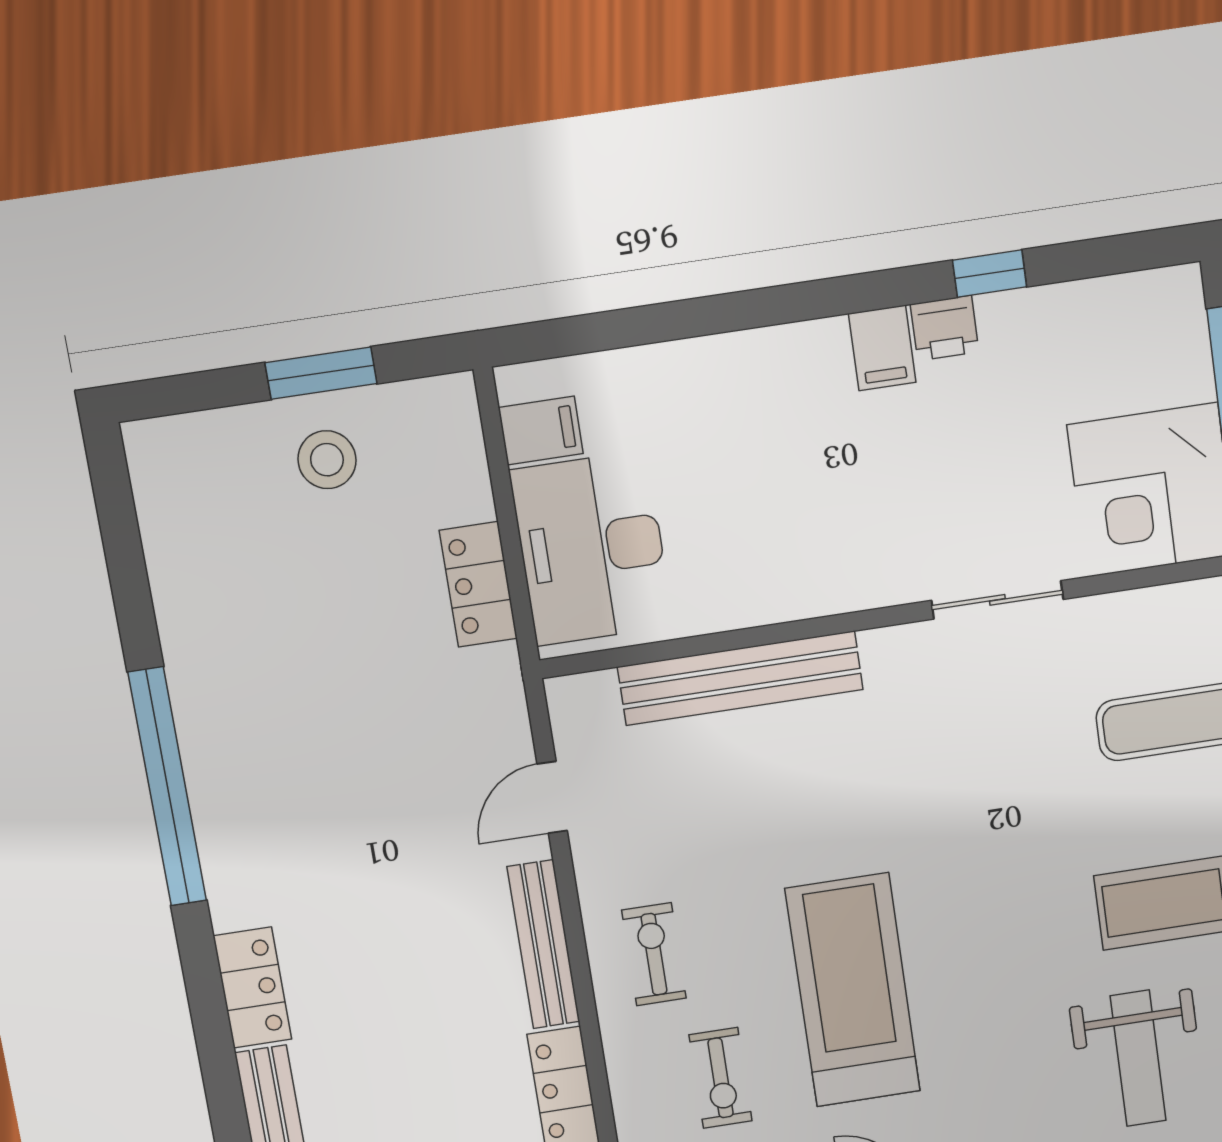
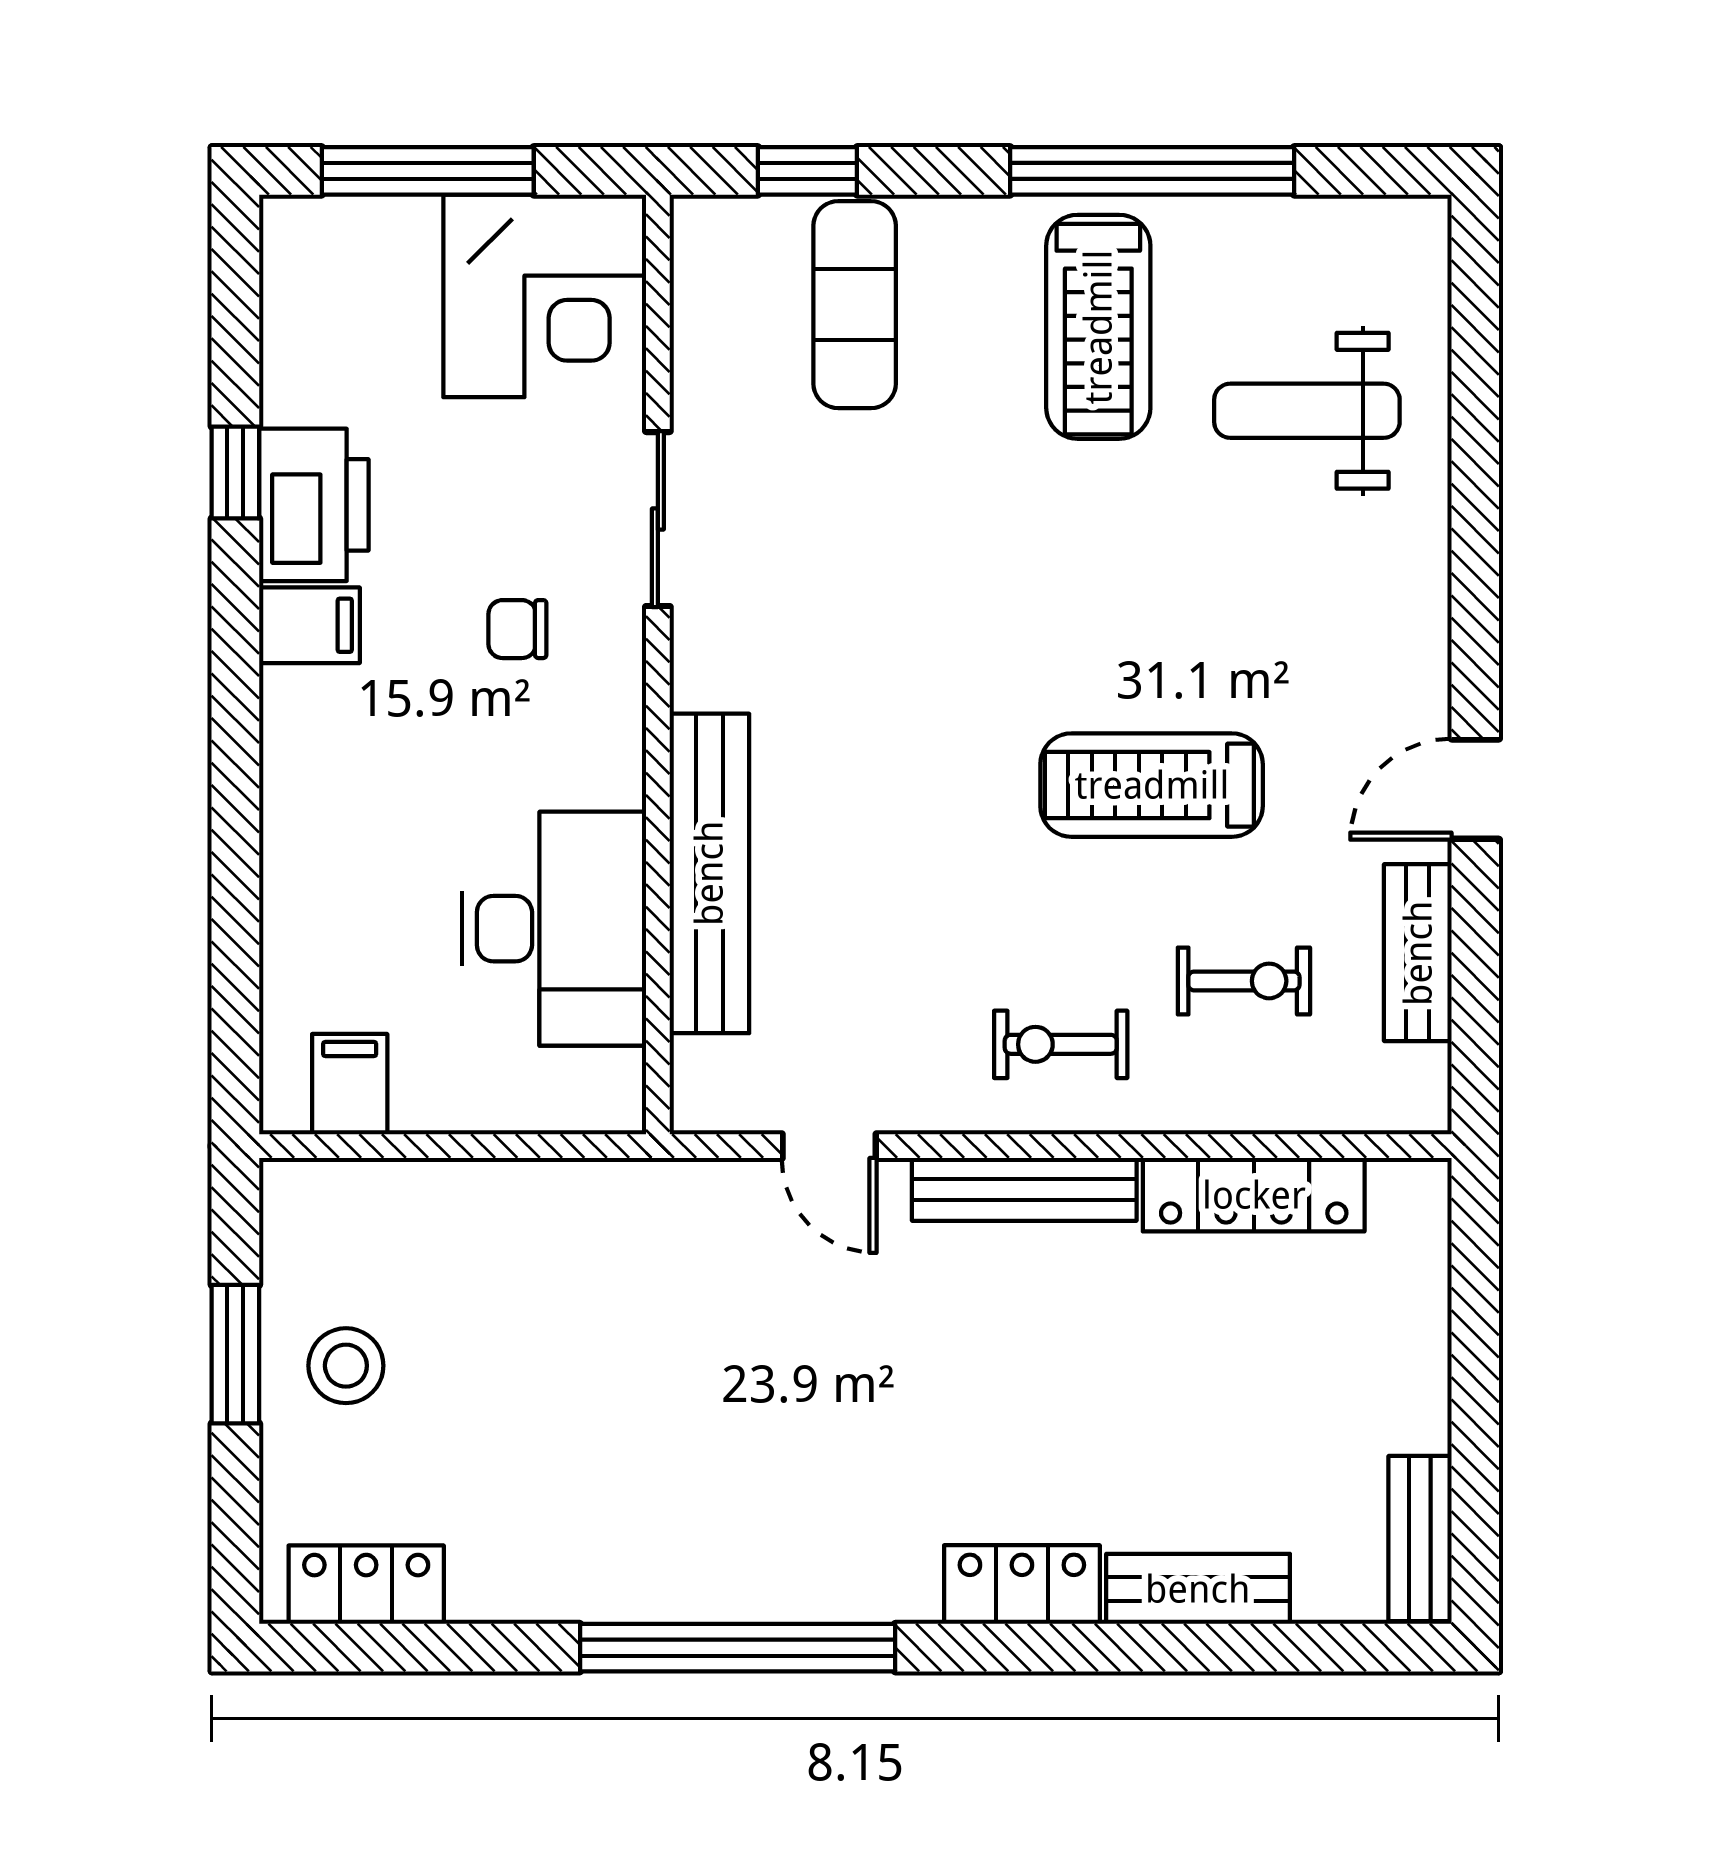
printer: (945, 328) -> (314, 505), width x1.87, depth x1.48
chair: (901, 507) -> (517, 629), added
desk: (591, 548) -> (554, 929), moved, turned -90
locker: (478, 584) -> (366, 1585), moved, turned 180
treadmill: (853, 990) -> (1152, 785), width x0.73, depth x0.73
weight bench: (1138, 1058) -> (1307, 411), turned 180

